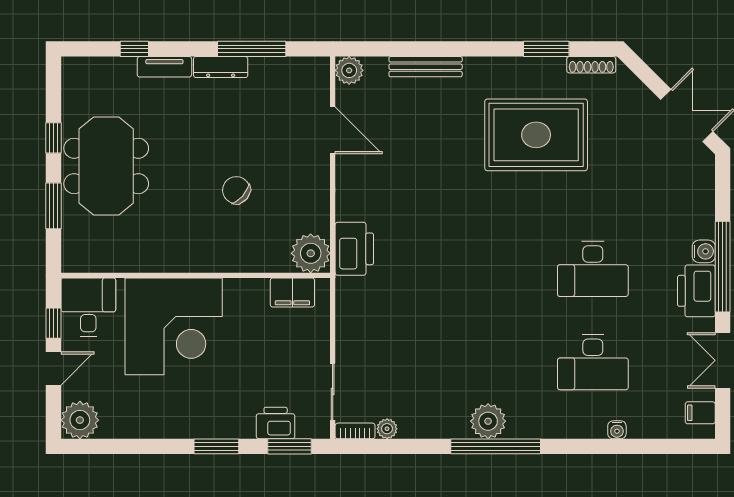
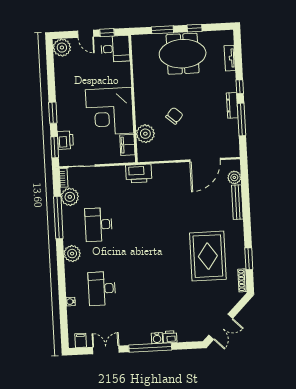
window: (134, 49) -> (240, 87), moved
tv unit: (164, 67) -> (230, 58), moved
plant: (349, 70) -> (234, 177), moved
door: (333, 130) -> (205, 160), width x1.36
printer: (354, 249) -> (139, 174), moved
plant: (311, 253) -> (145, 134), moved
desk: (593, 269) -> (99, 225), moved
printer: (696, 291) -> (170, 337), moved, width x0.53, depth x0.68
corner desk: (174, 326) -> (110, 111), moved
plant: (488, 421) -> (72, 254), moved
plant: (387, 429) -> (70, 197), width x1.88, depth x1.88
window: (496, 446) -> (58, 218), moved

